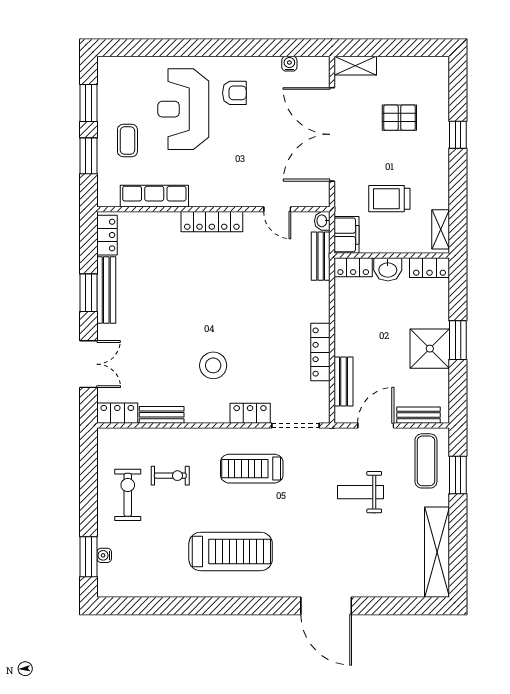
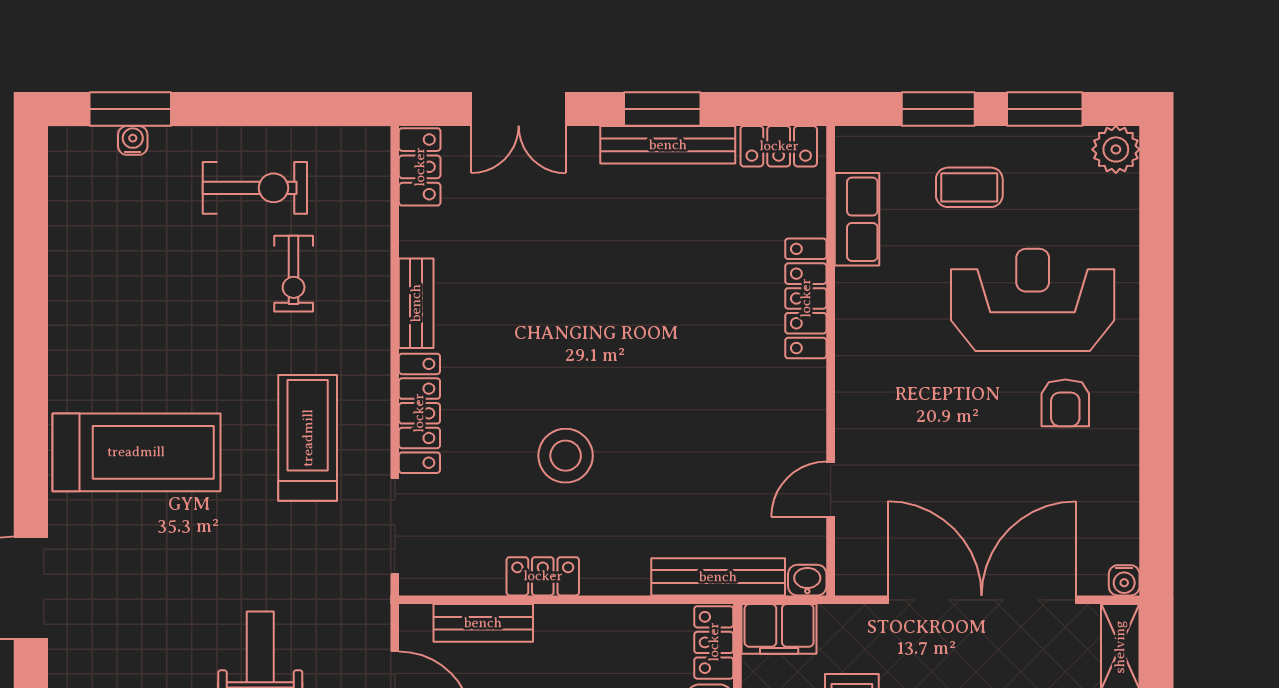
water cooler: (289, 64) -> (1124, 580), moved, turned 90
plant: (109, 68) -> (1116, 149), added
row of seats: (154, 196) -> (857, 219), width x0.68
locker: (212, 222) -> (806, 298), moved
bench: (321, 256) -> (718, 577), width x1.36
locker: (320, 352) -> (543, 576), width x0.66
stool: (213, 365) -> (566, 456), moved
locker: (250, 413) -> (419, 413), width x1.53
bench: (162, 415) -> (416, 303), moved
treadmill: (231, 551) -> (136, 452), moved, turned -90

